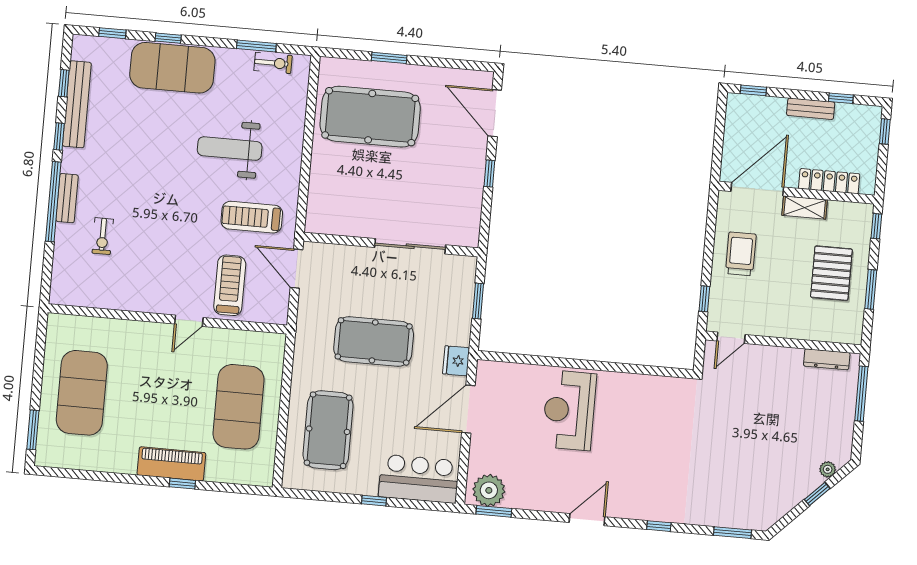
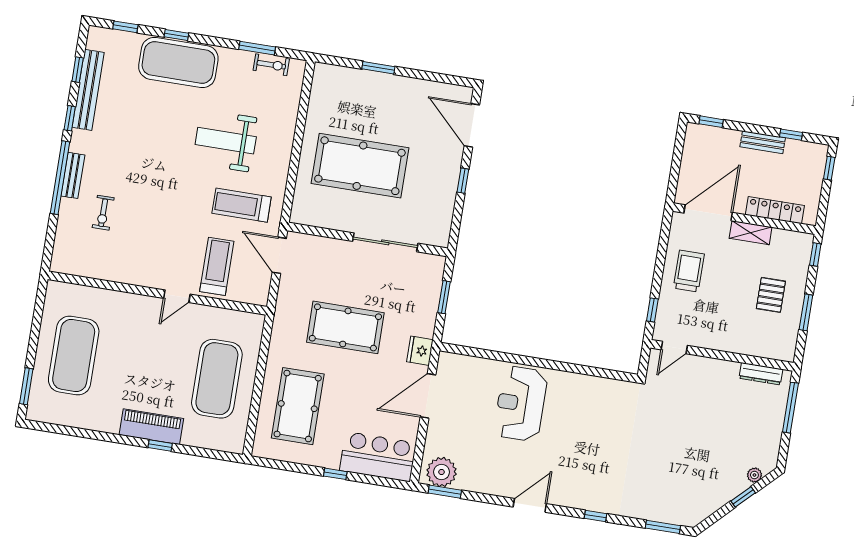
pool table: (370, 117) -> (360, 166), moved
pallet: (831, 273) -> (771, 295), width x0.67, depth x0.71

